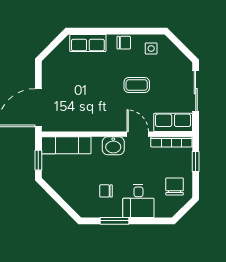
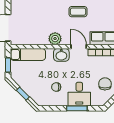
plant: (104, 123) -> (55, 39), added
window: (59, 200) -> (23, 94), added
window: (114, 221) -> (77, 108), moved

